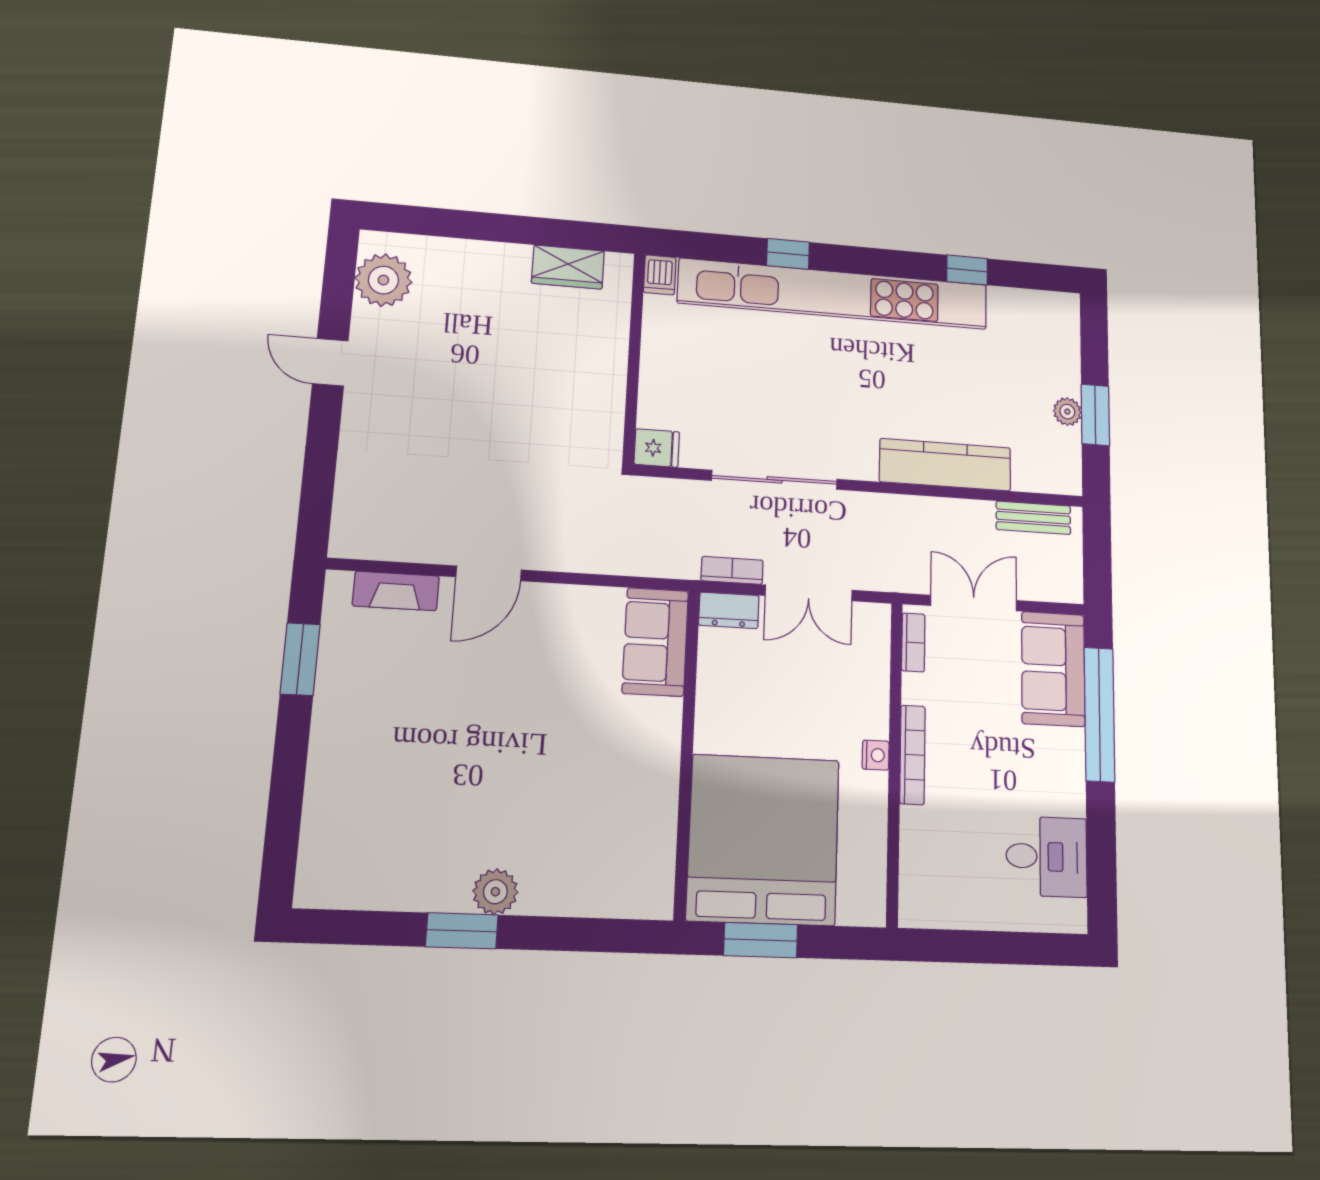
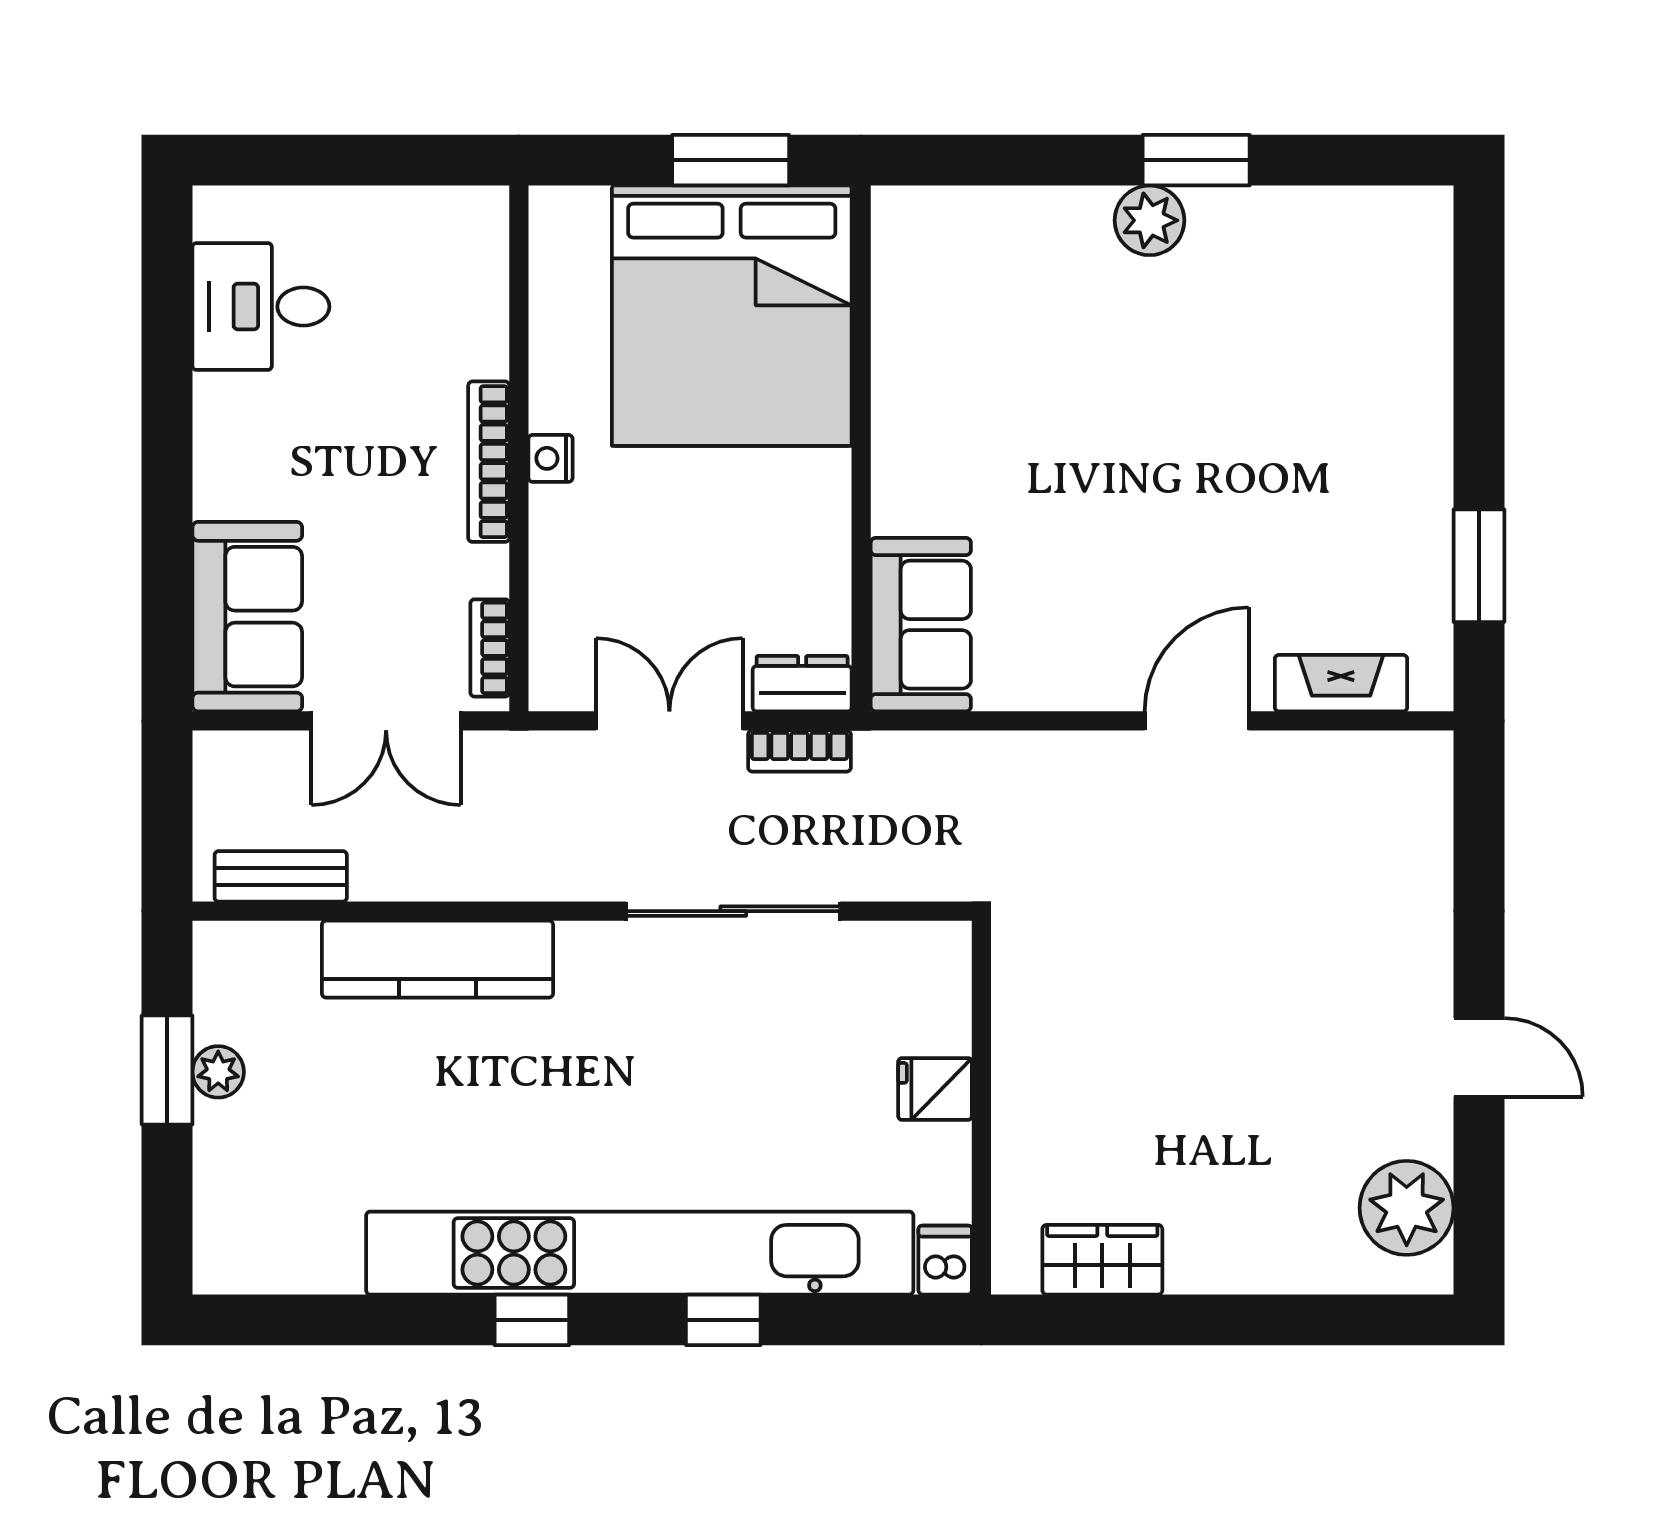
window: (967, 270) -> (532, 1320), moved
fridge: (657, 448) -> (935, 1089), moved
window: (1099, 714) -> (167, 544), removed

